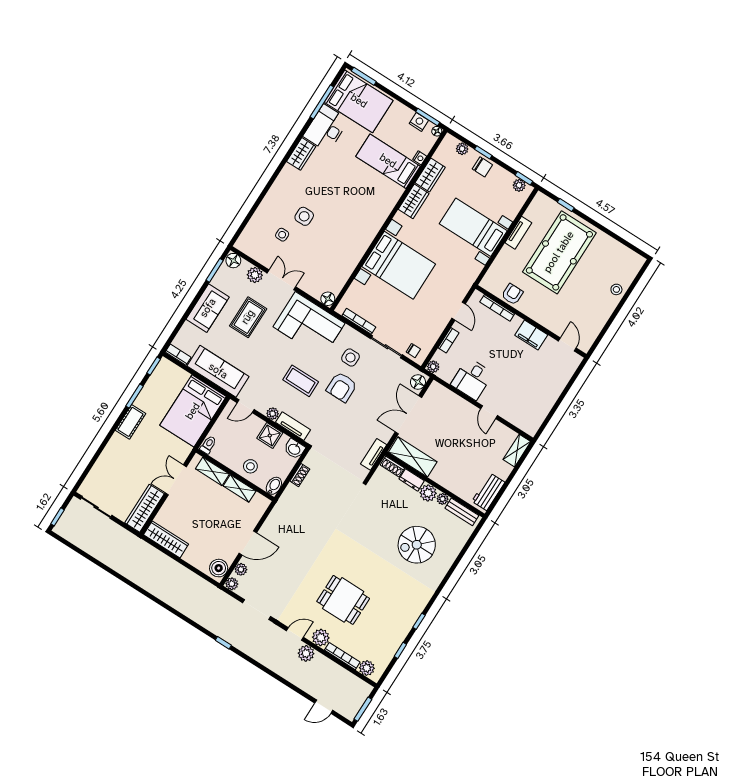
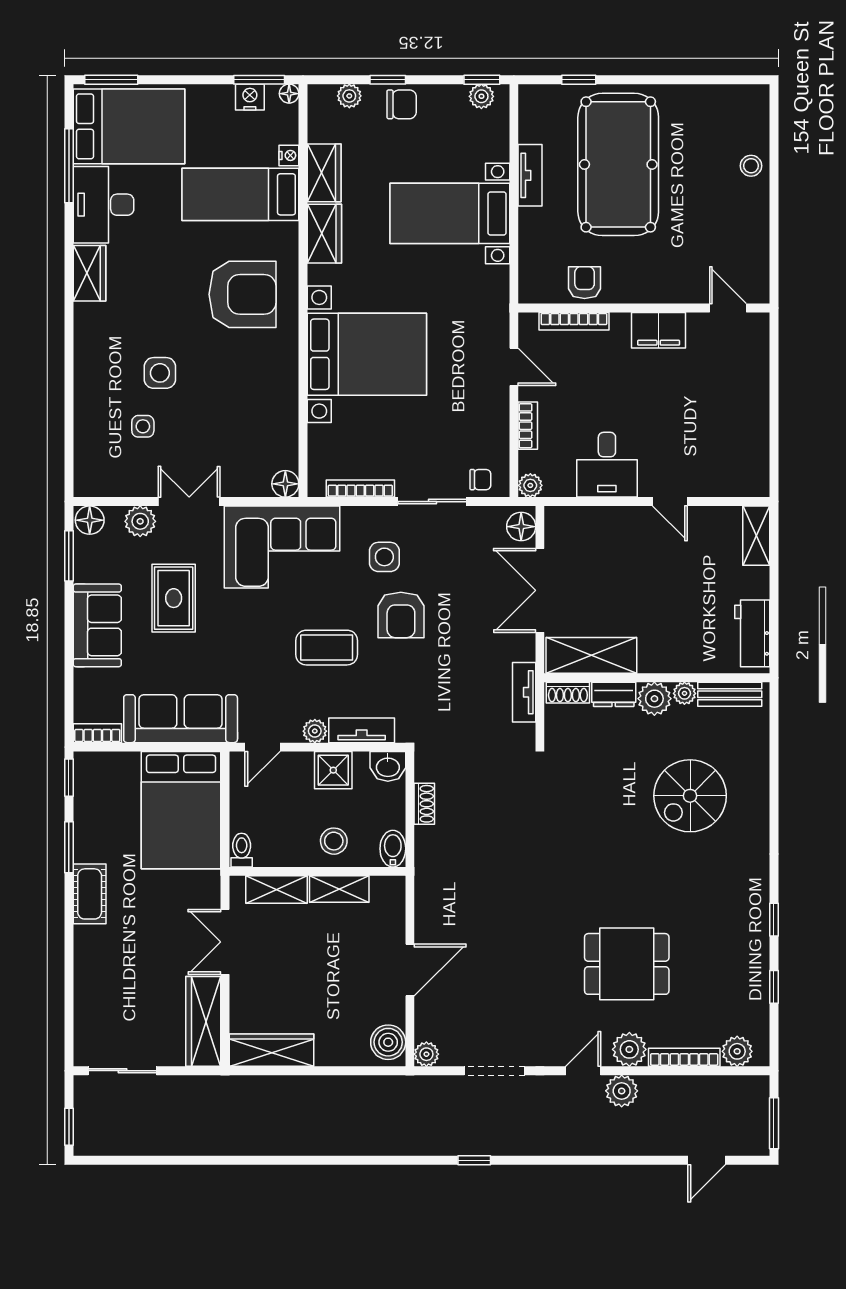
armchair: (361, 205) -> (243, 294), added
plant: (241, 569) -> (426, 1021), removed

